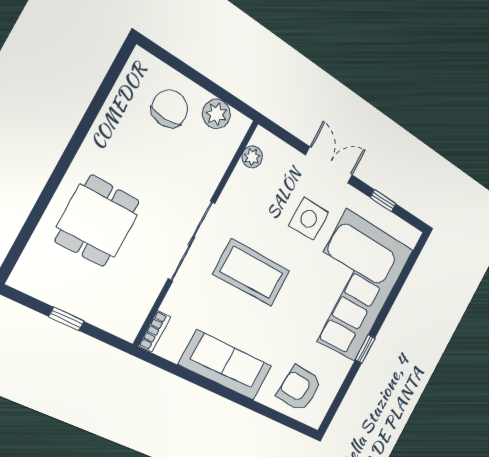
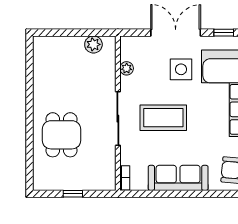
chair: (170, 109) -> (67, 57), removed
plant: (252, 157) -> (127, 68), moved
double door: (329, 165) -> (176, 33), width x1.37

